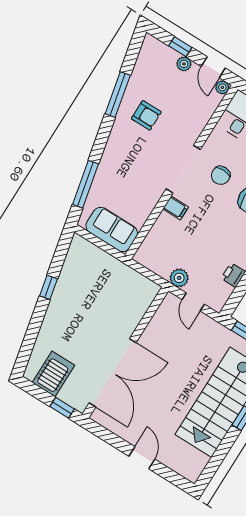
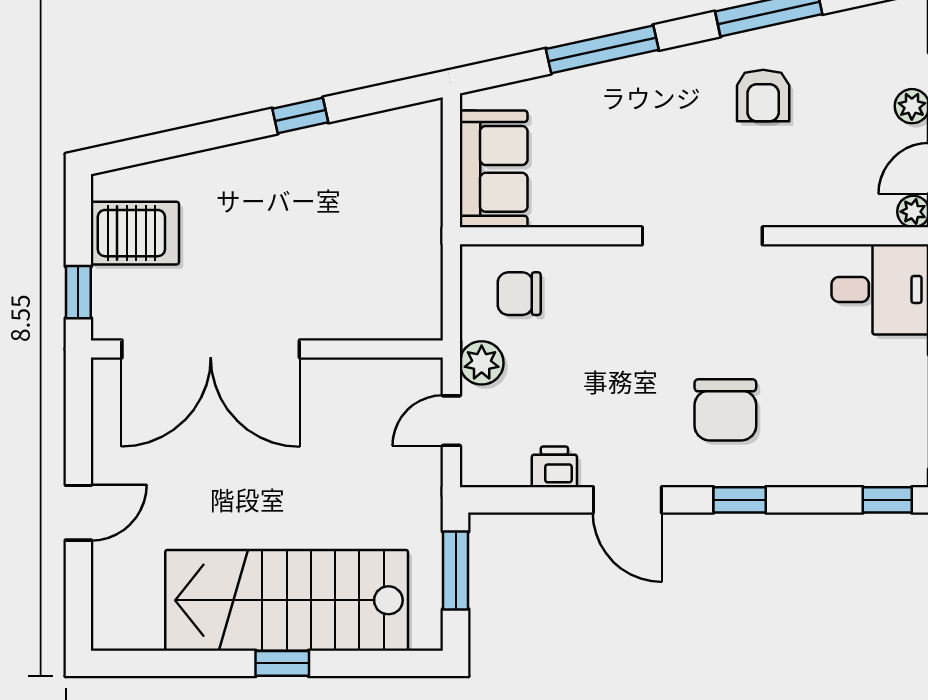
chair: (221, 175) -> (519, 294), moved
window: (86, 184) -> (602, 49), moved
filing cabinet: (176, 208) -> (616, 269), removed

